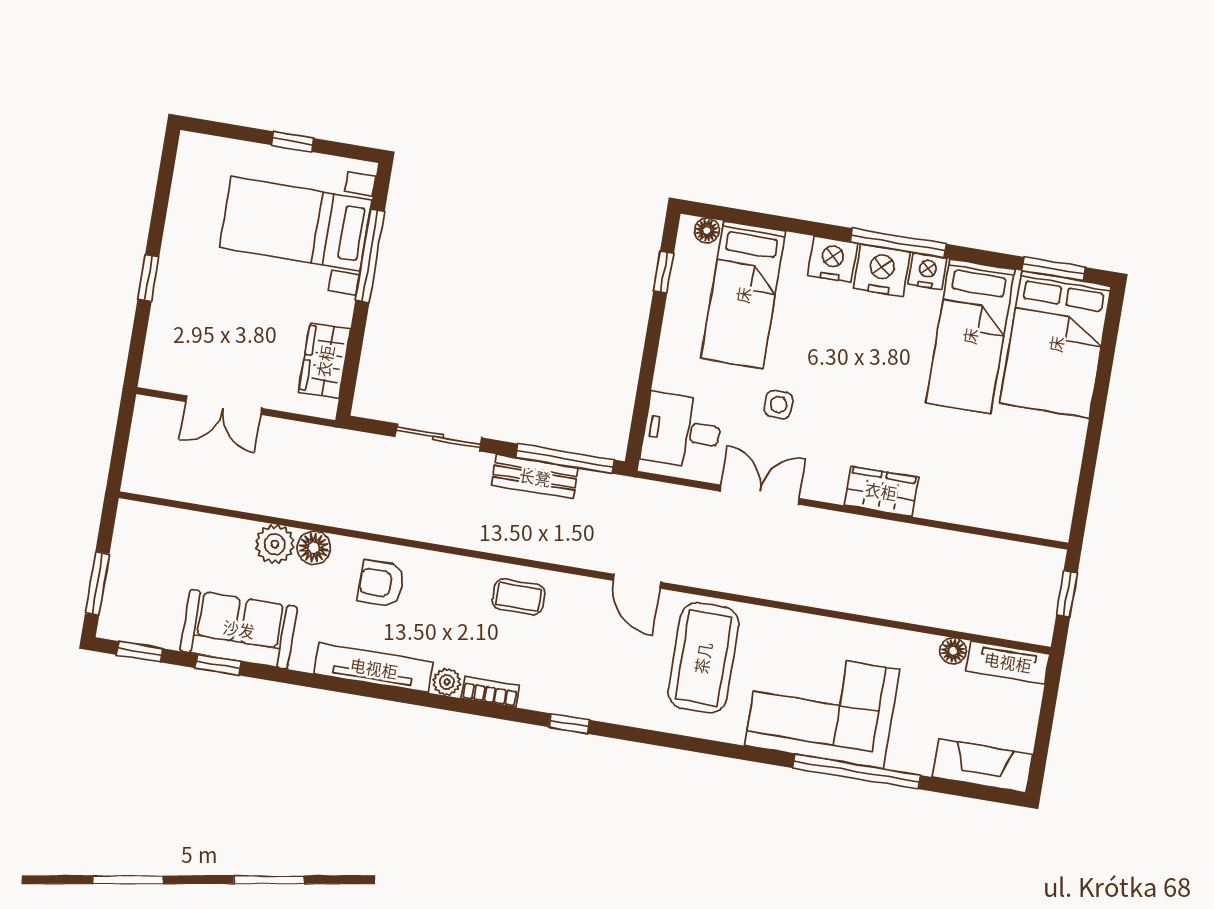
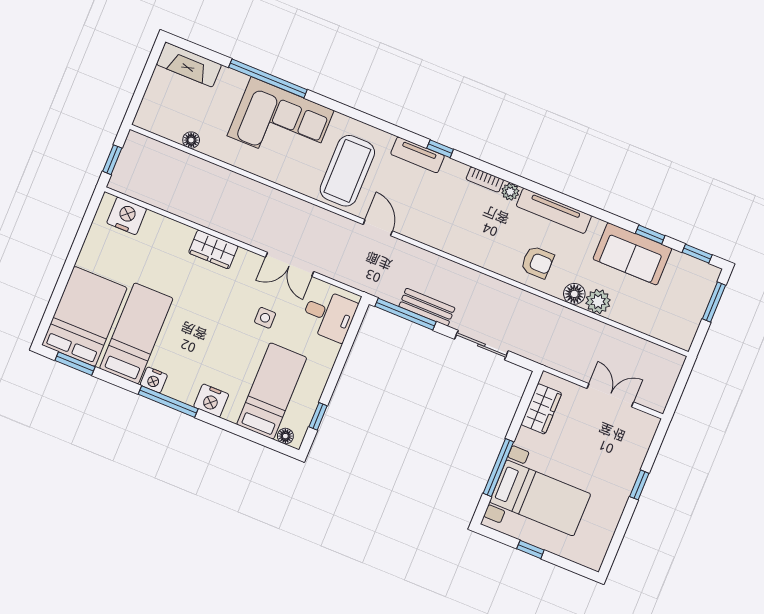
nightstand: (882, 270) -> (127, 216), moved, turned 180
coffee table: (519, 597) -> (454, 235), removed
tv unit: (1008, 662) -> (418, 155), moved, turned 180

